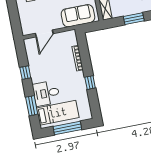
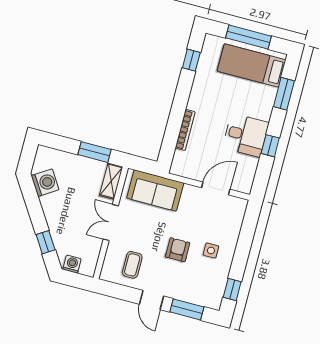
window: (134, 19) -> (95, 152), moved
window: (90, 83) -> (191, 60), moved
desk: (46, 93) -> (246, 135), moved

